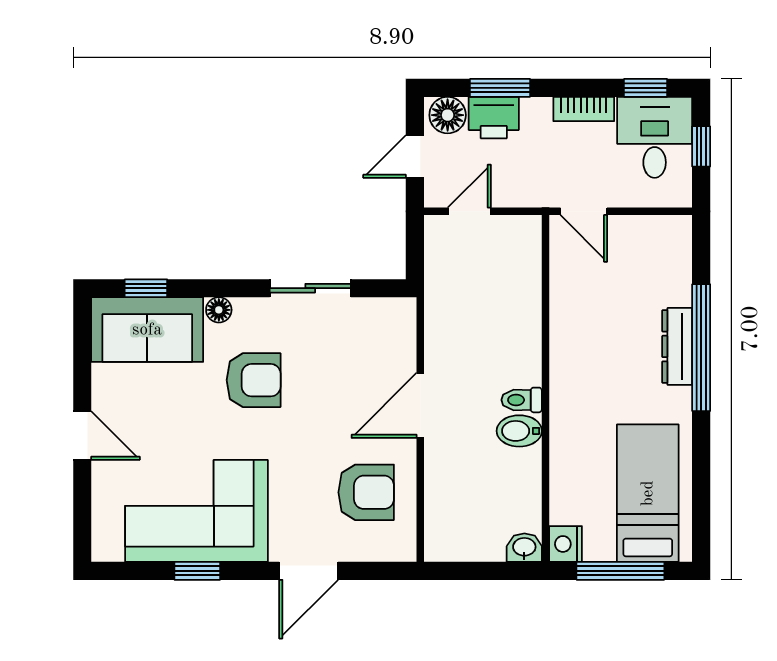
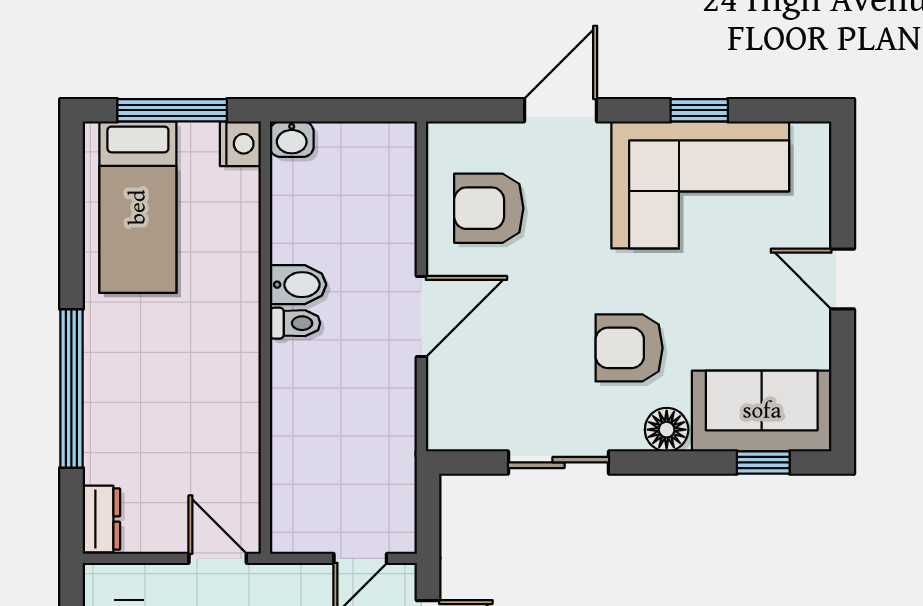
floor lamp: (219, 310) -> (667, 430), width x1.37, depth x1.37
dresser: (677, 346) -> (101, 519), moved, width x0.70

